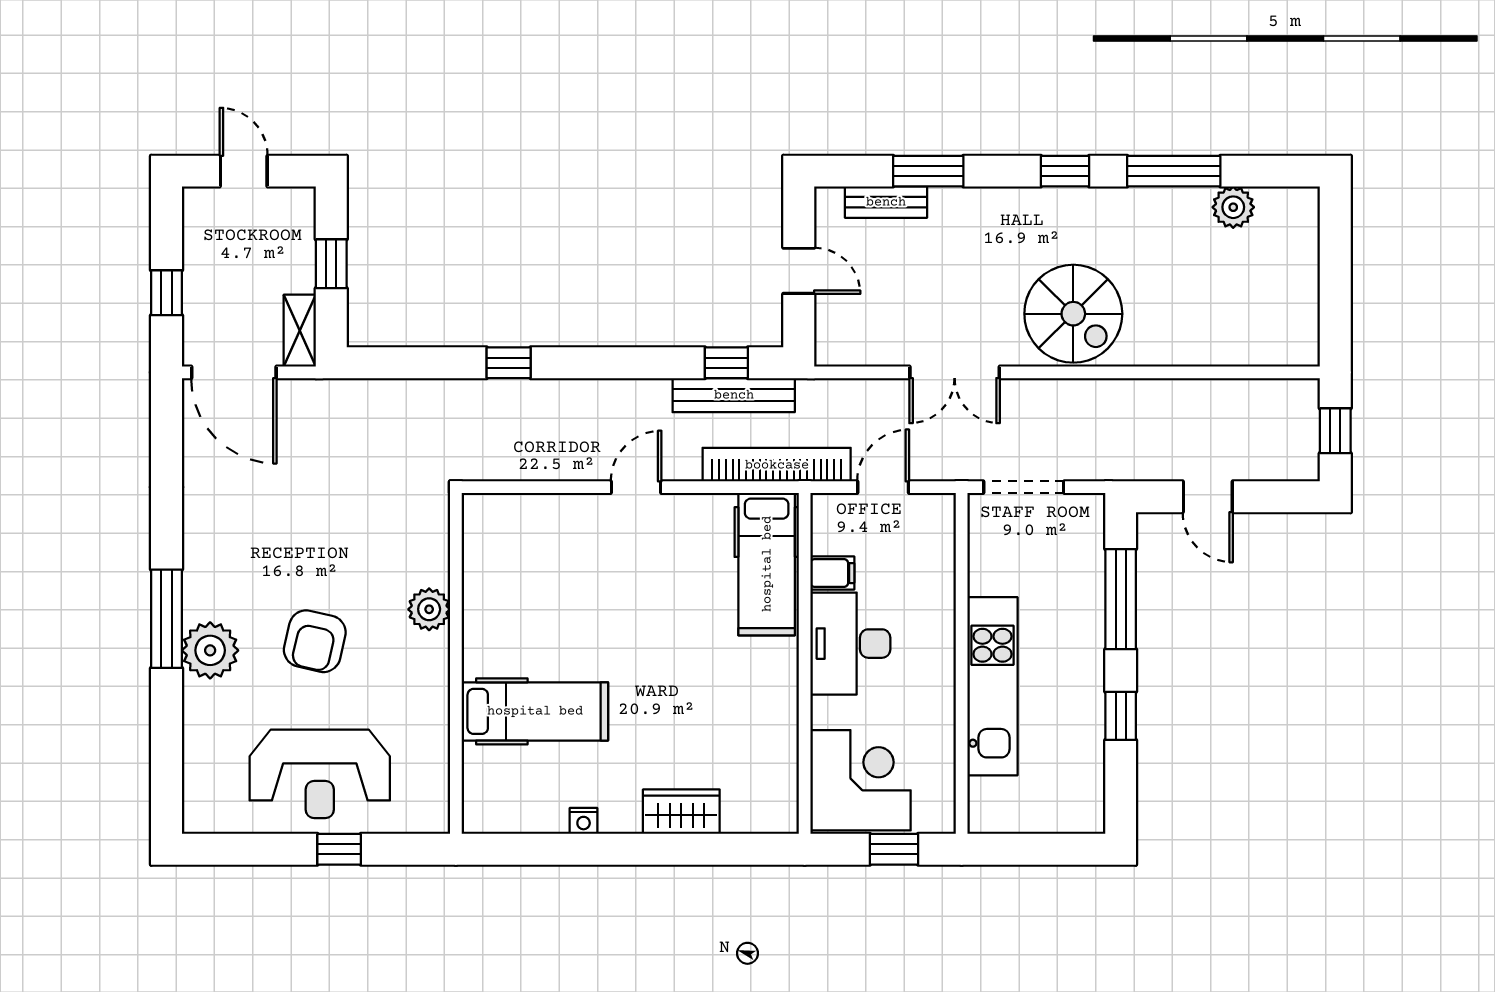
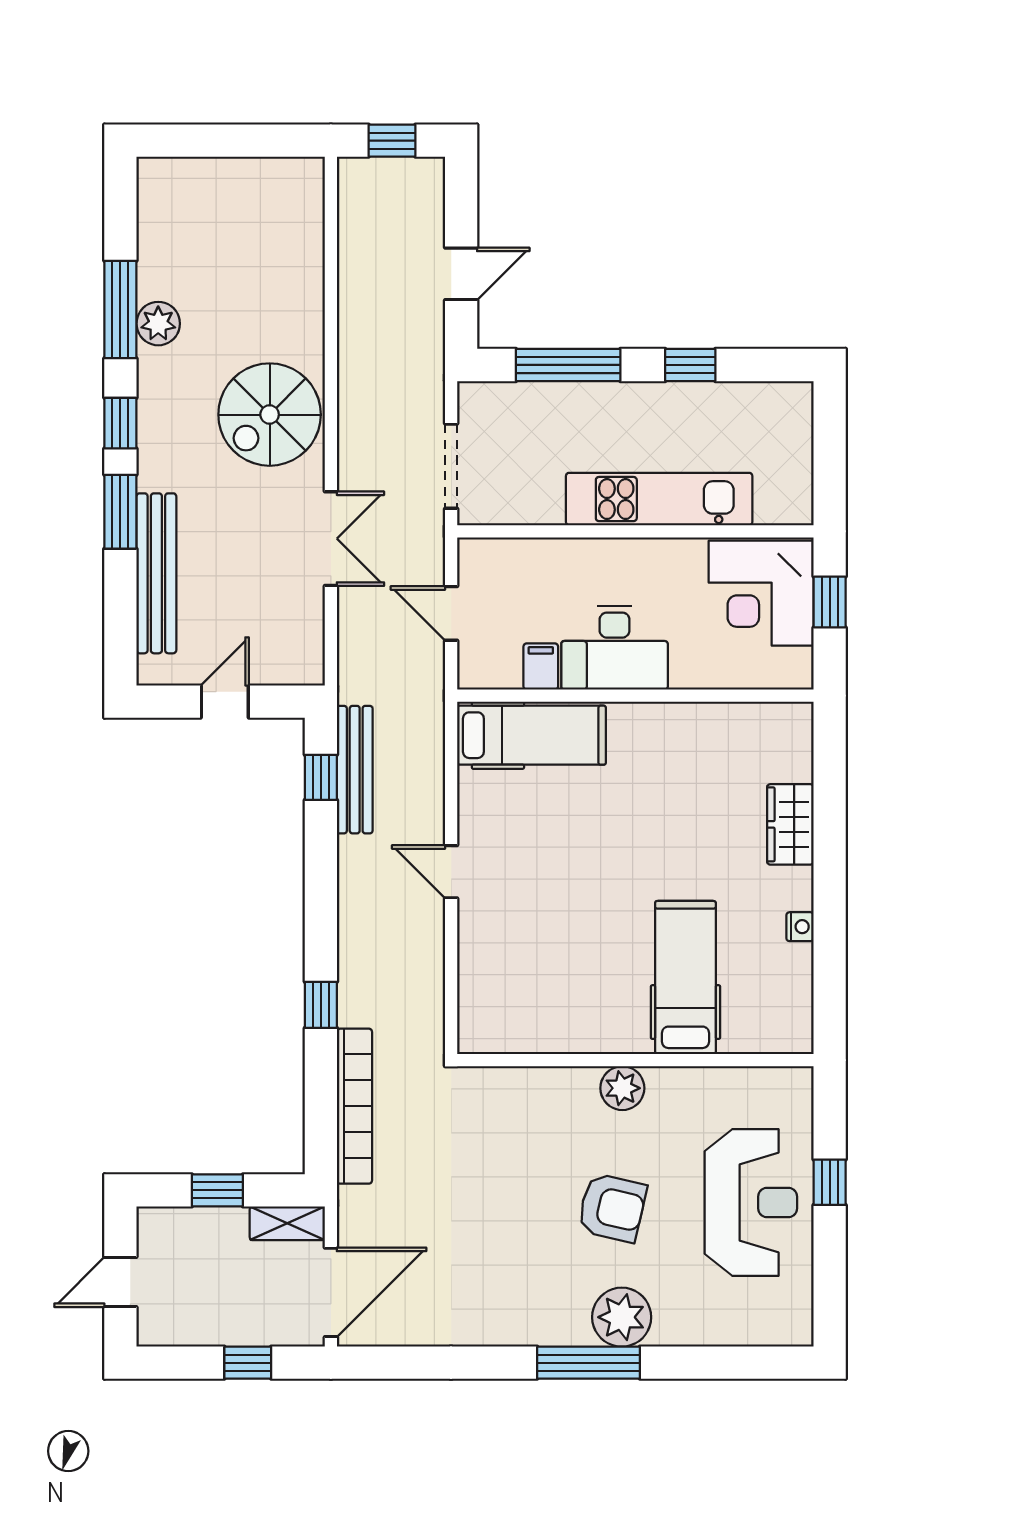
window: (928, 171) -> (120, 512), moved
bench: (886, 202) -> (156, 573), width x1.86, depth x1.21
plant: (1233, 207) -> (158, 324), moved
spiral stairs: (1073, 314) -> (270, 415), turned 180
bookcase: (777, 465) -> (354, 1106), moved, turned 180
plant: (429, 609) -> (622, 1088), moved
corner desk: (860, 780) -> (761, 593), moved, turned -90

